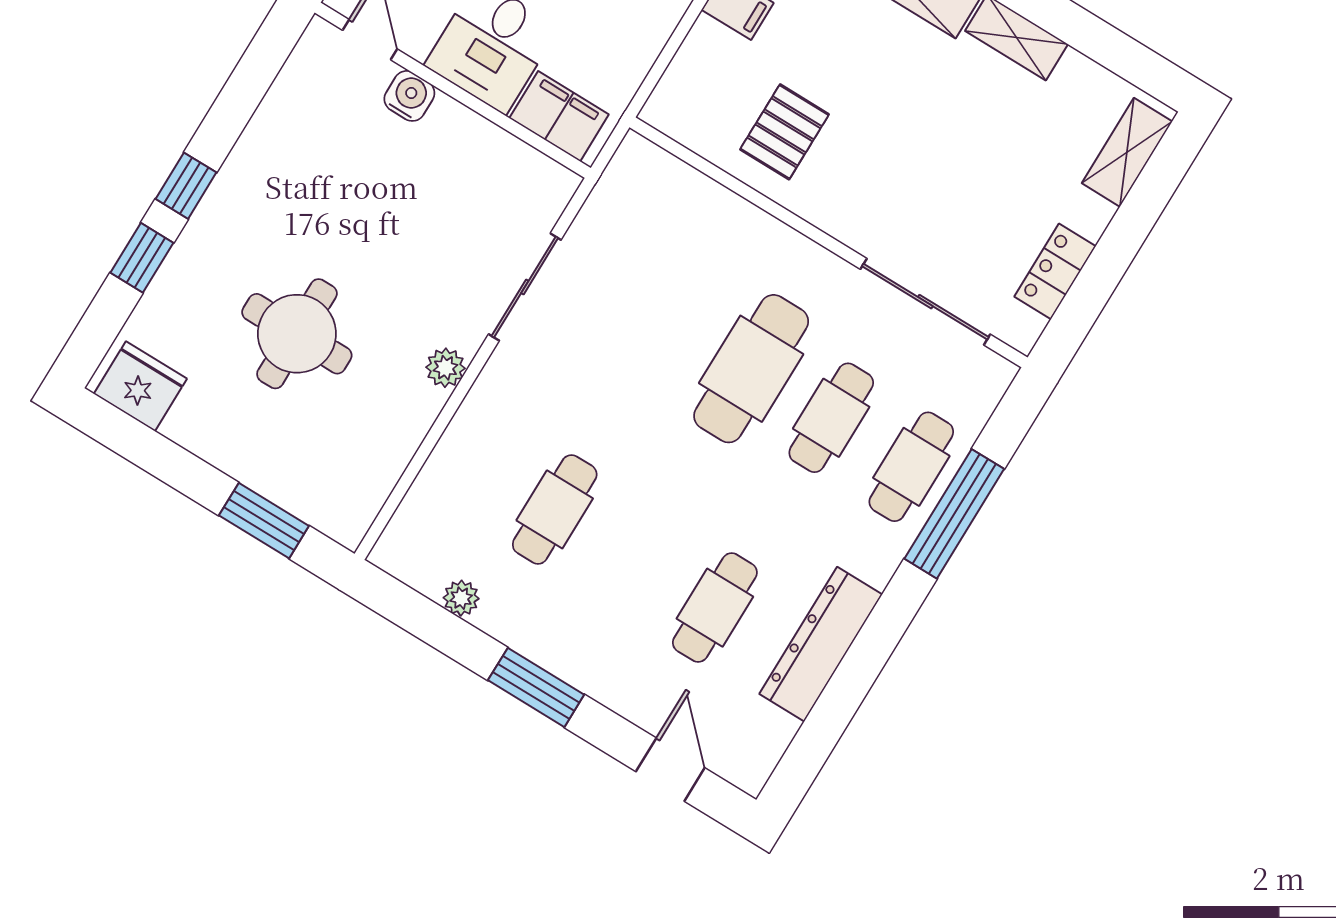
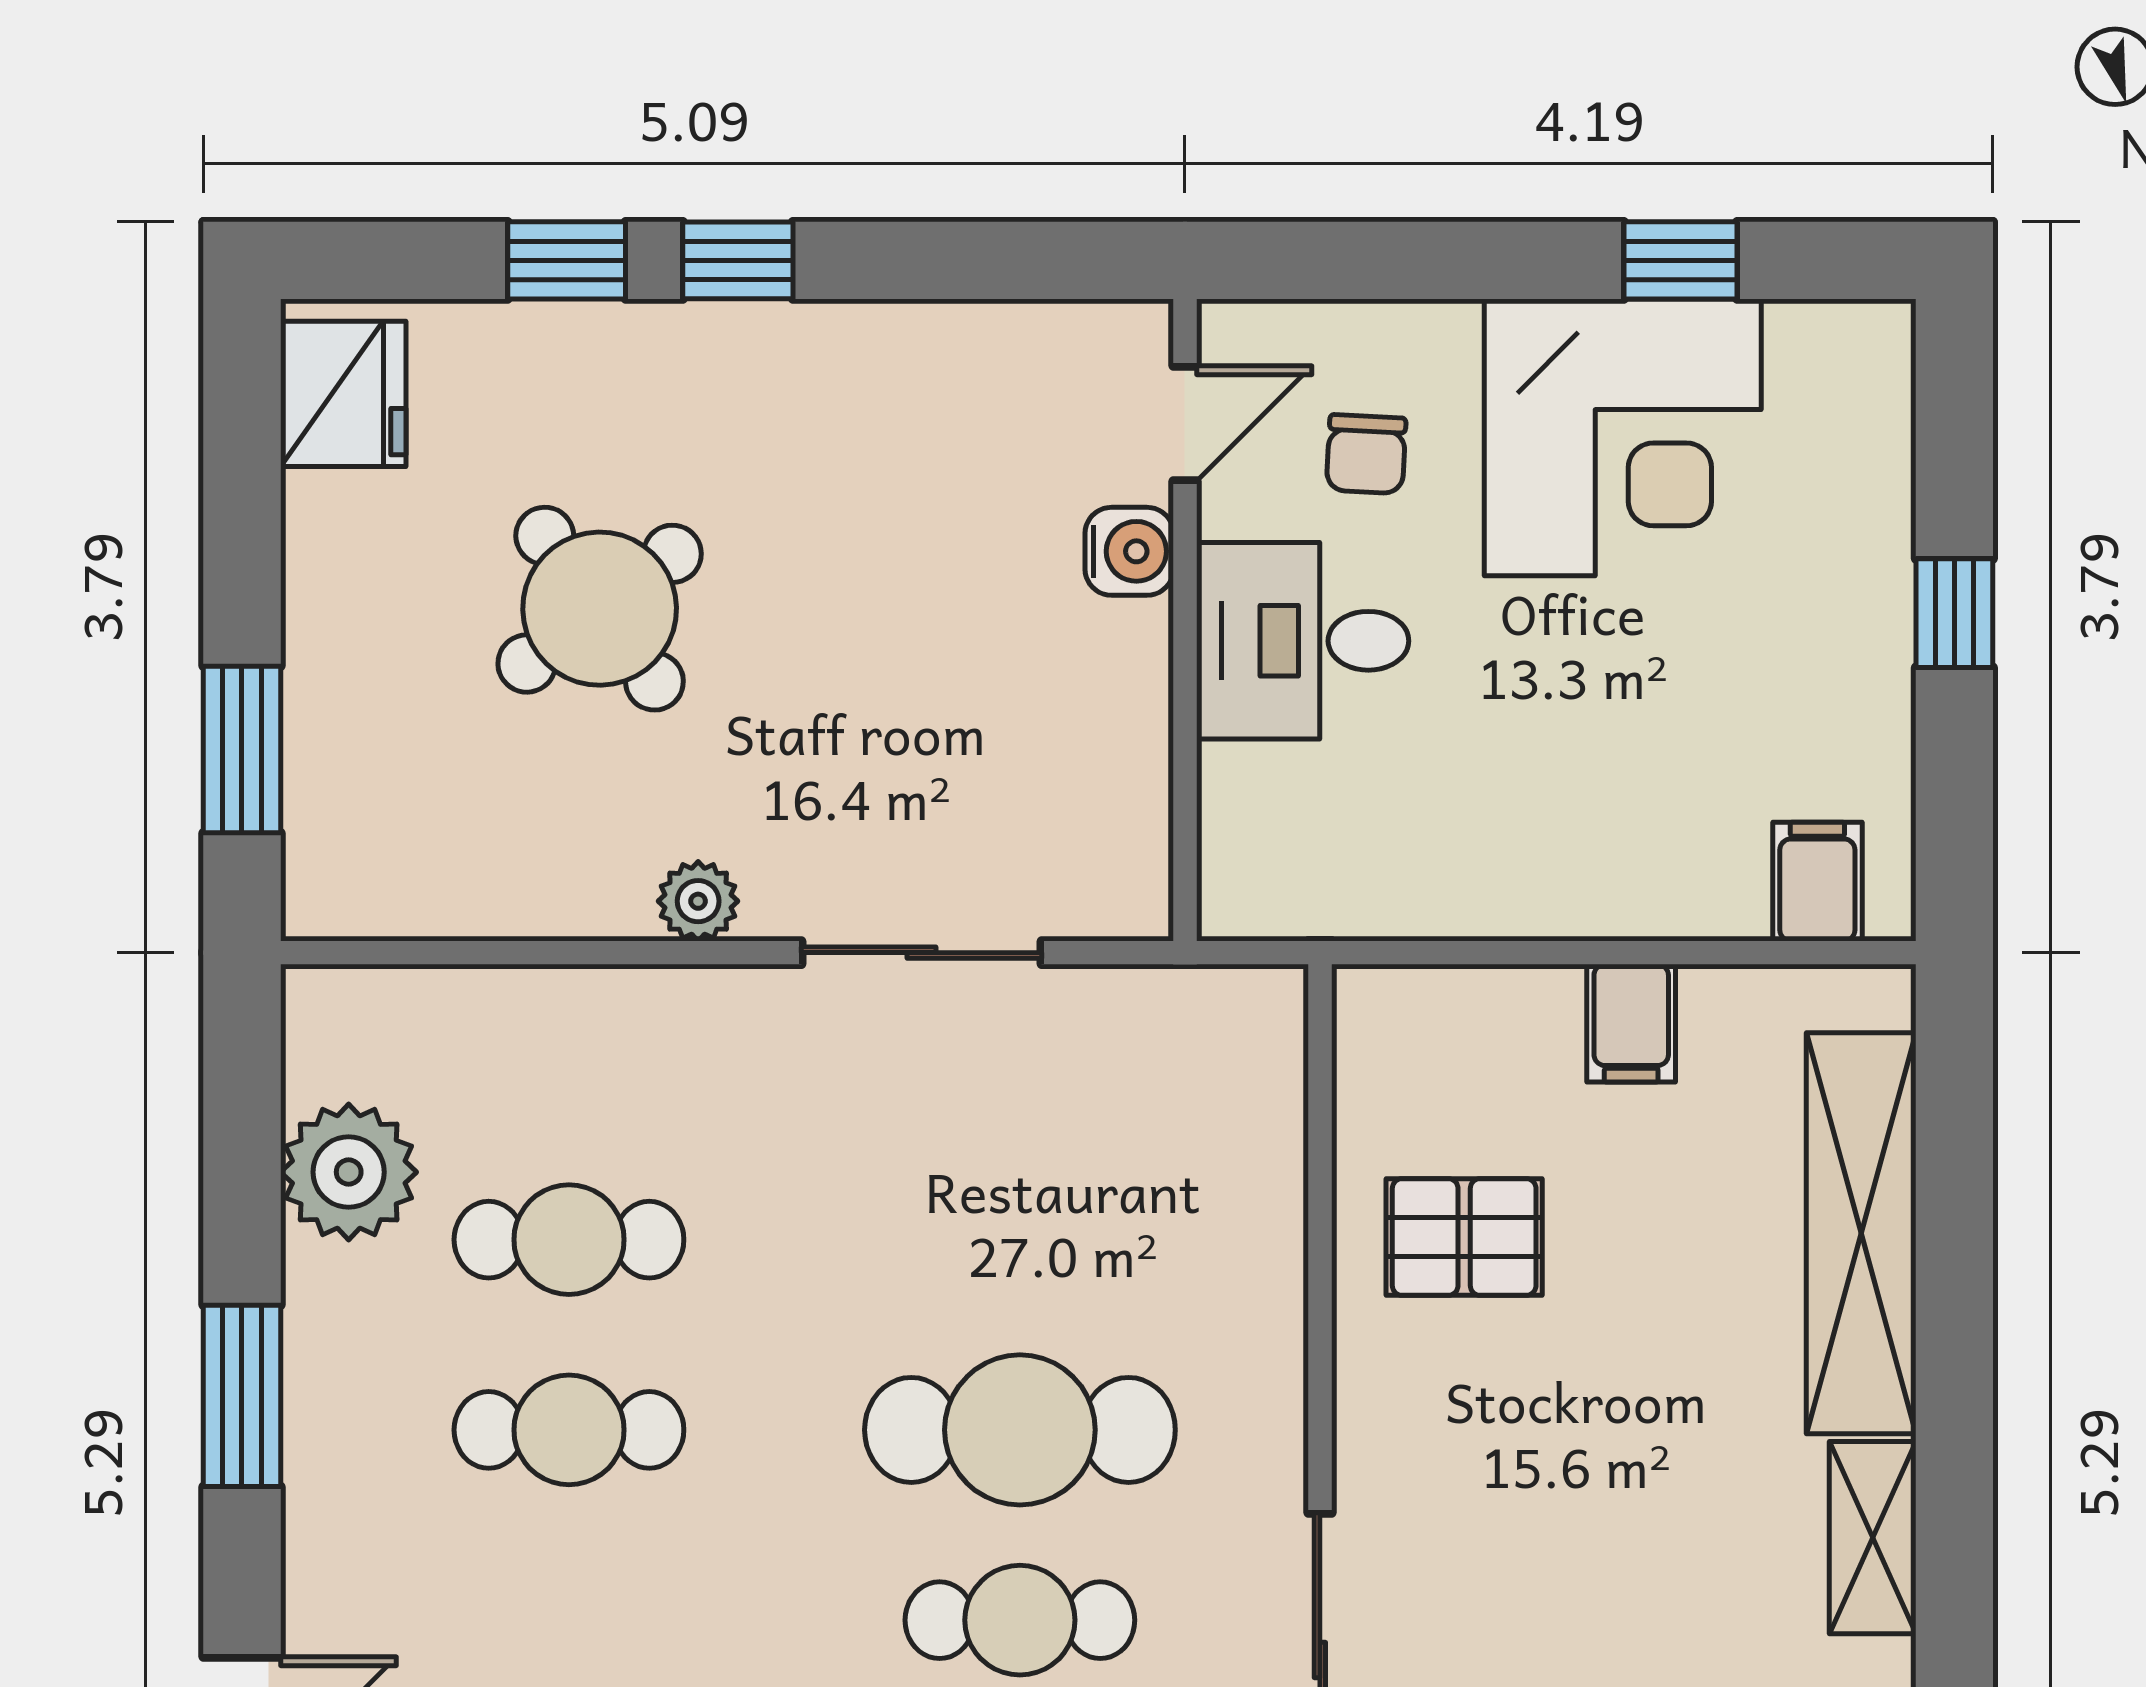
filing cabinet: (559, 116) -> (1253, 831), removed
round table: (297, 334) -> (600, 609), turned -37
plant: (461, 598) -> (349, 1172), width x1.88, depth x1.88
cafe table: (715, 608) -> (569, 1430), moved

